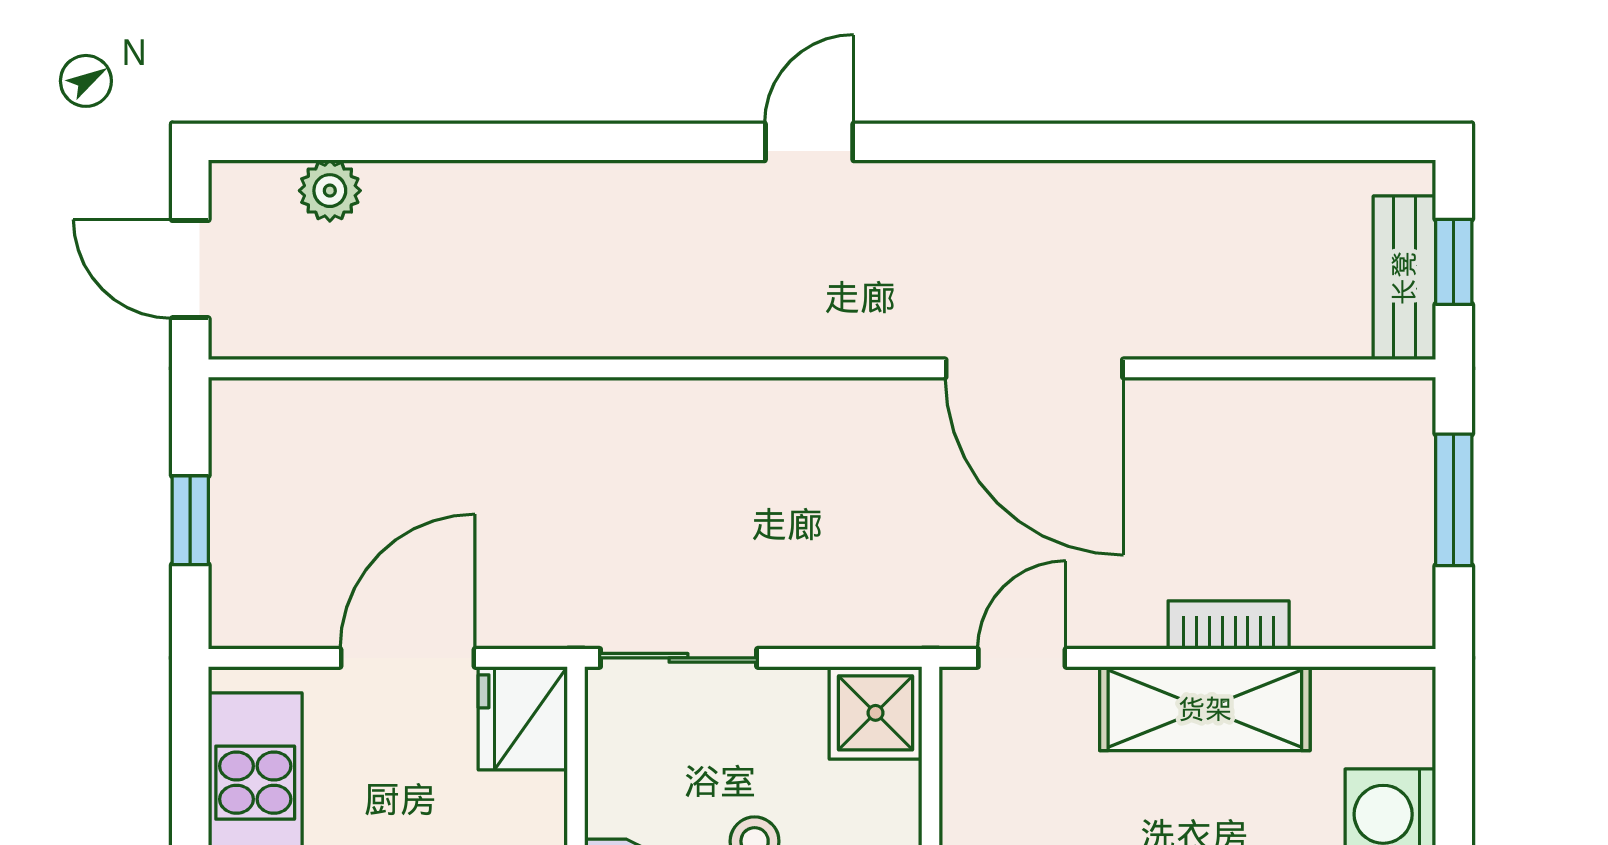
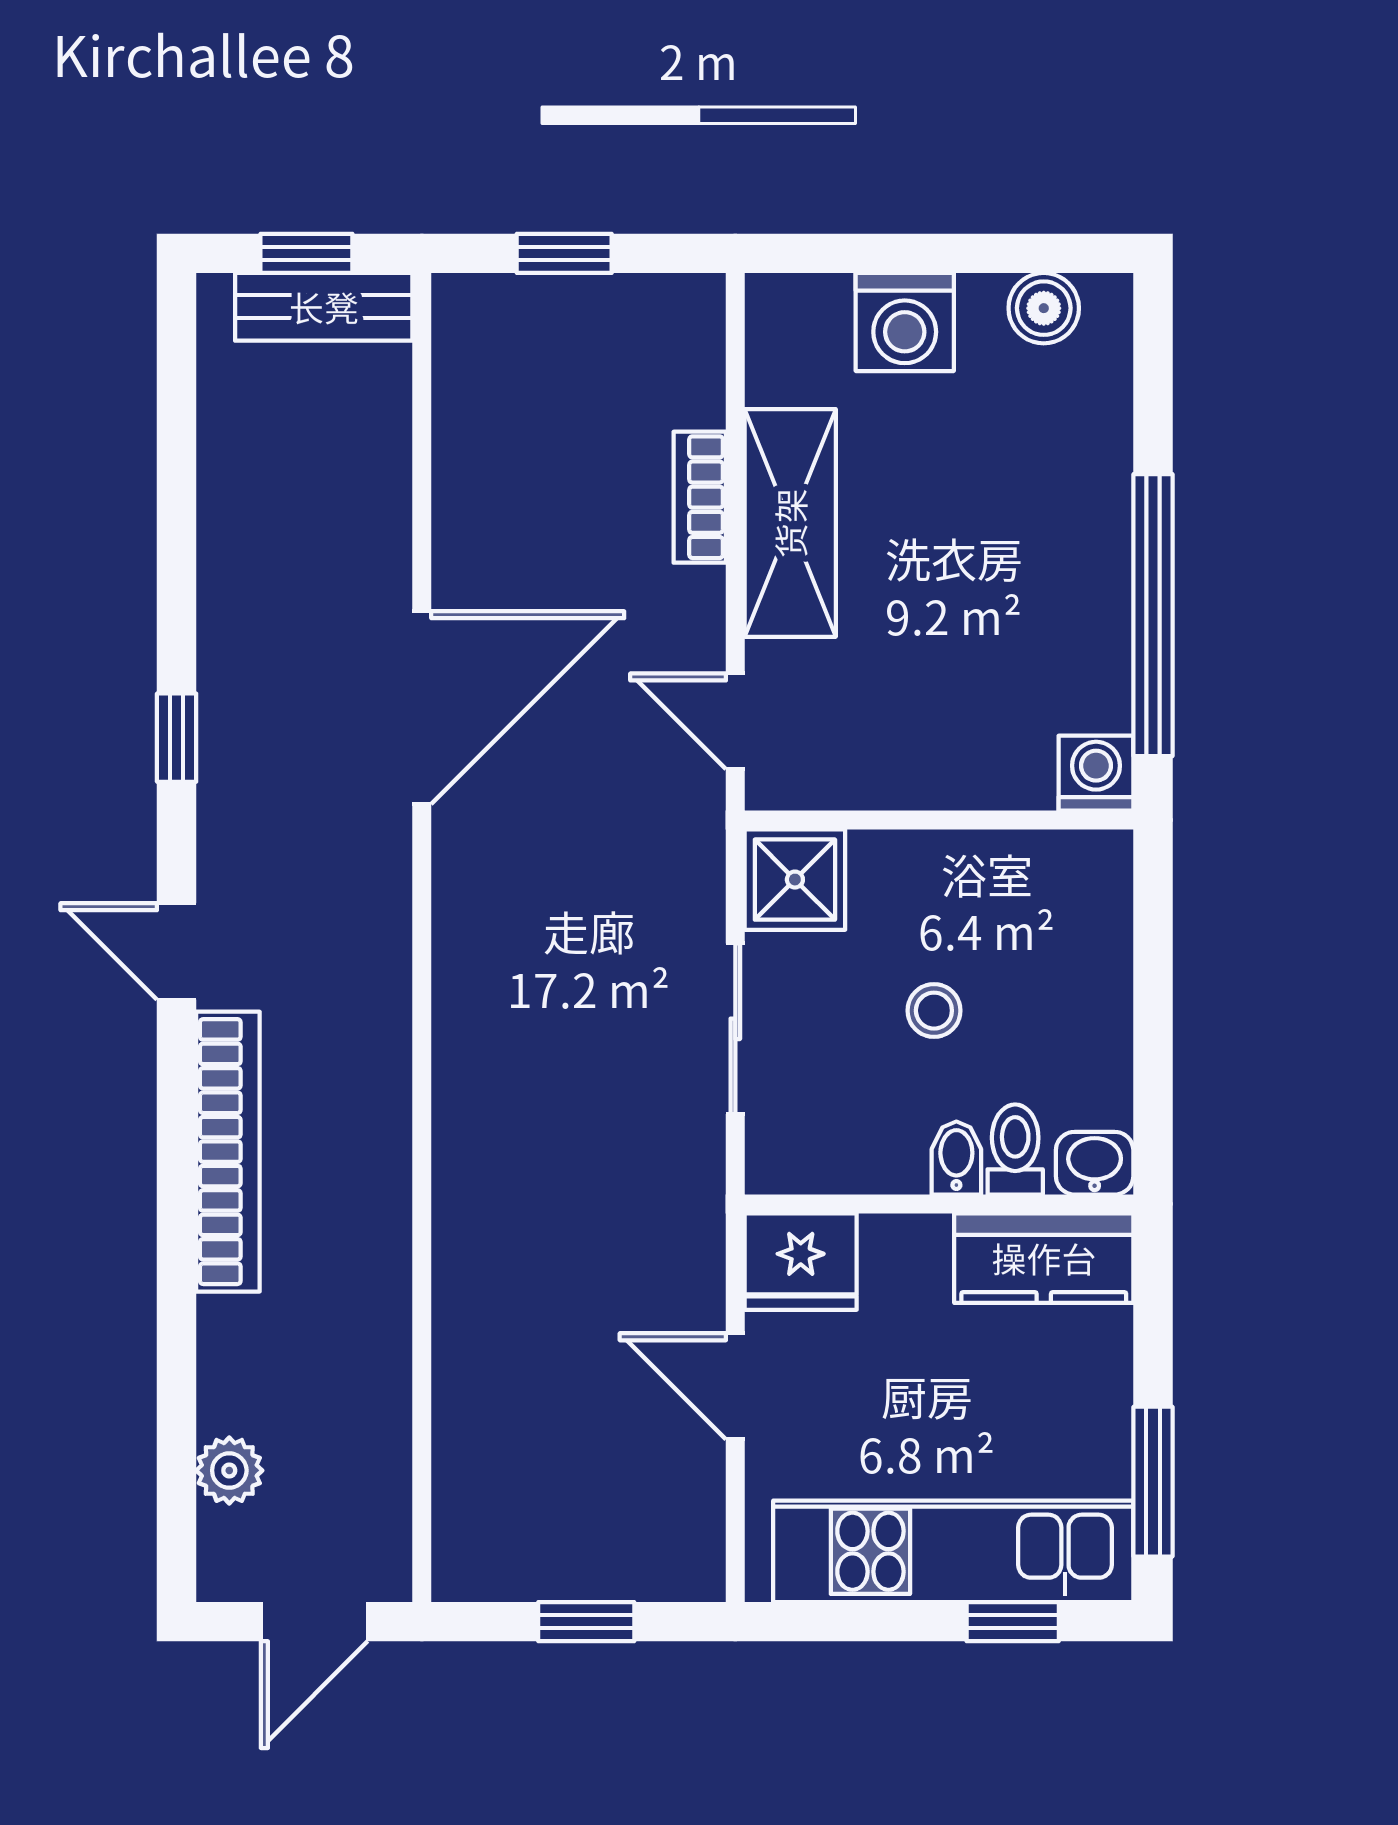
window: (1007, 142) -> (177, 738), added
bookcase: (624, 189) -> (228, 1152), added
window: (1454, 500) -> (564, 253), width x0.67
door: (407, 658) -> (735, 1386), width x0.73
sliding door: (679, 658) -> (735, 1029), moved

